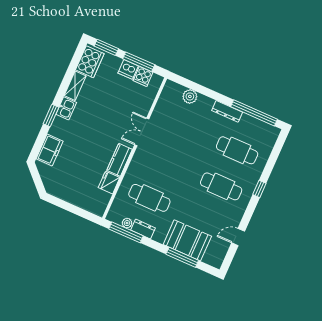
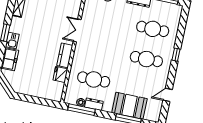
kitchen sink: (66, 108) -> (12, 40), moved

